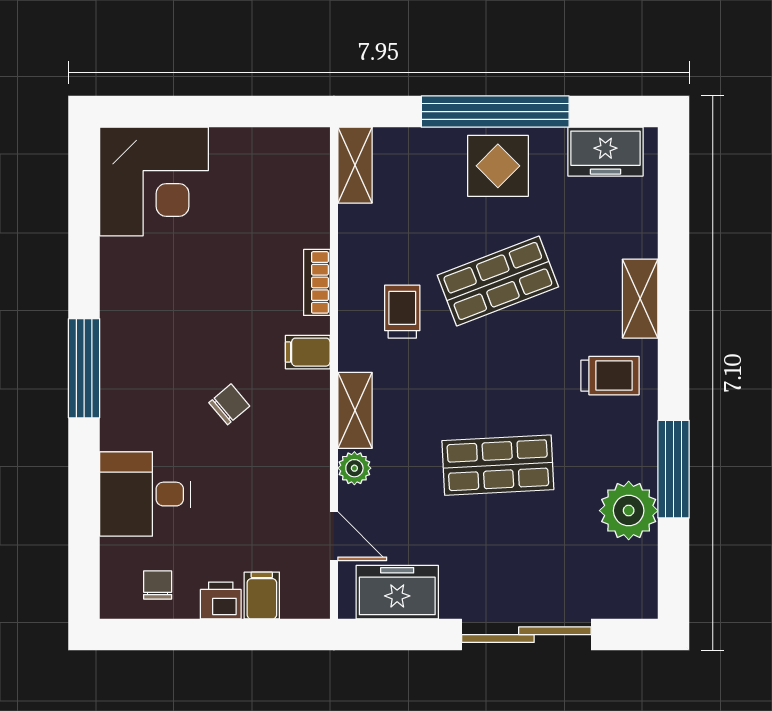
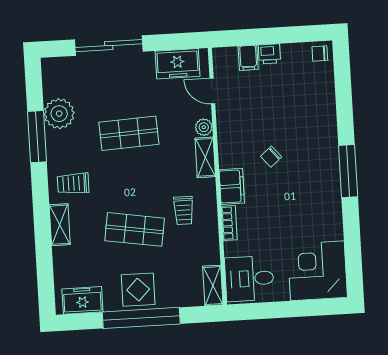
shop shelf: (498, 281) -> (135, 229), turned 30
filing cabinet: (308, 352) -> (232, 186), width x2.00
desk: (145, 494) -> (249, 279), moved, turned 180
chair: (158, 585) -> (320, 54), moved, turned 90

